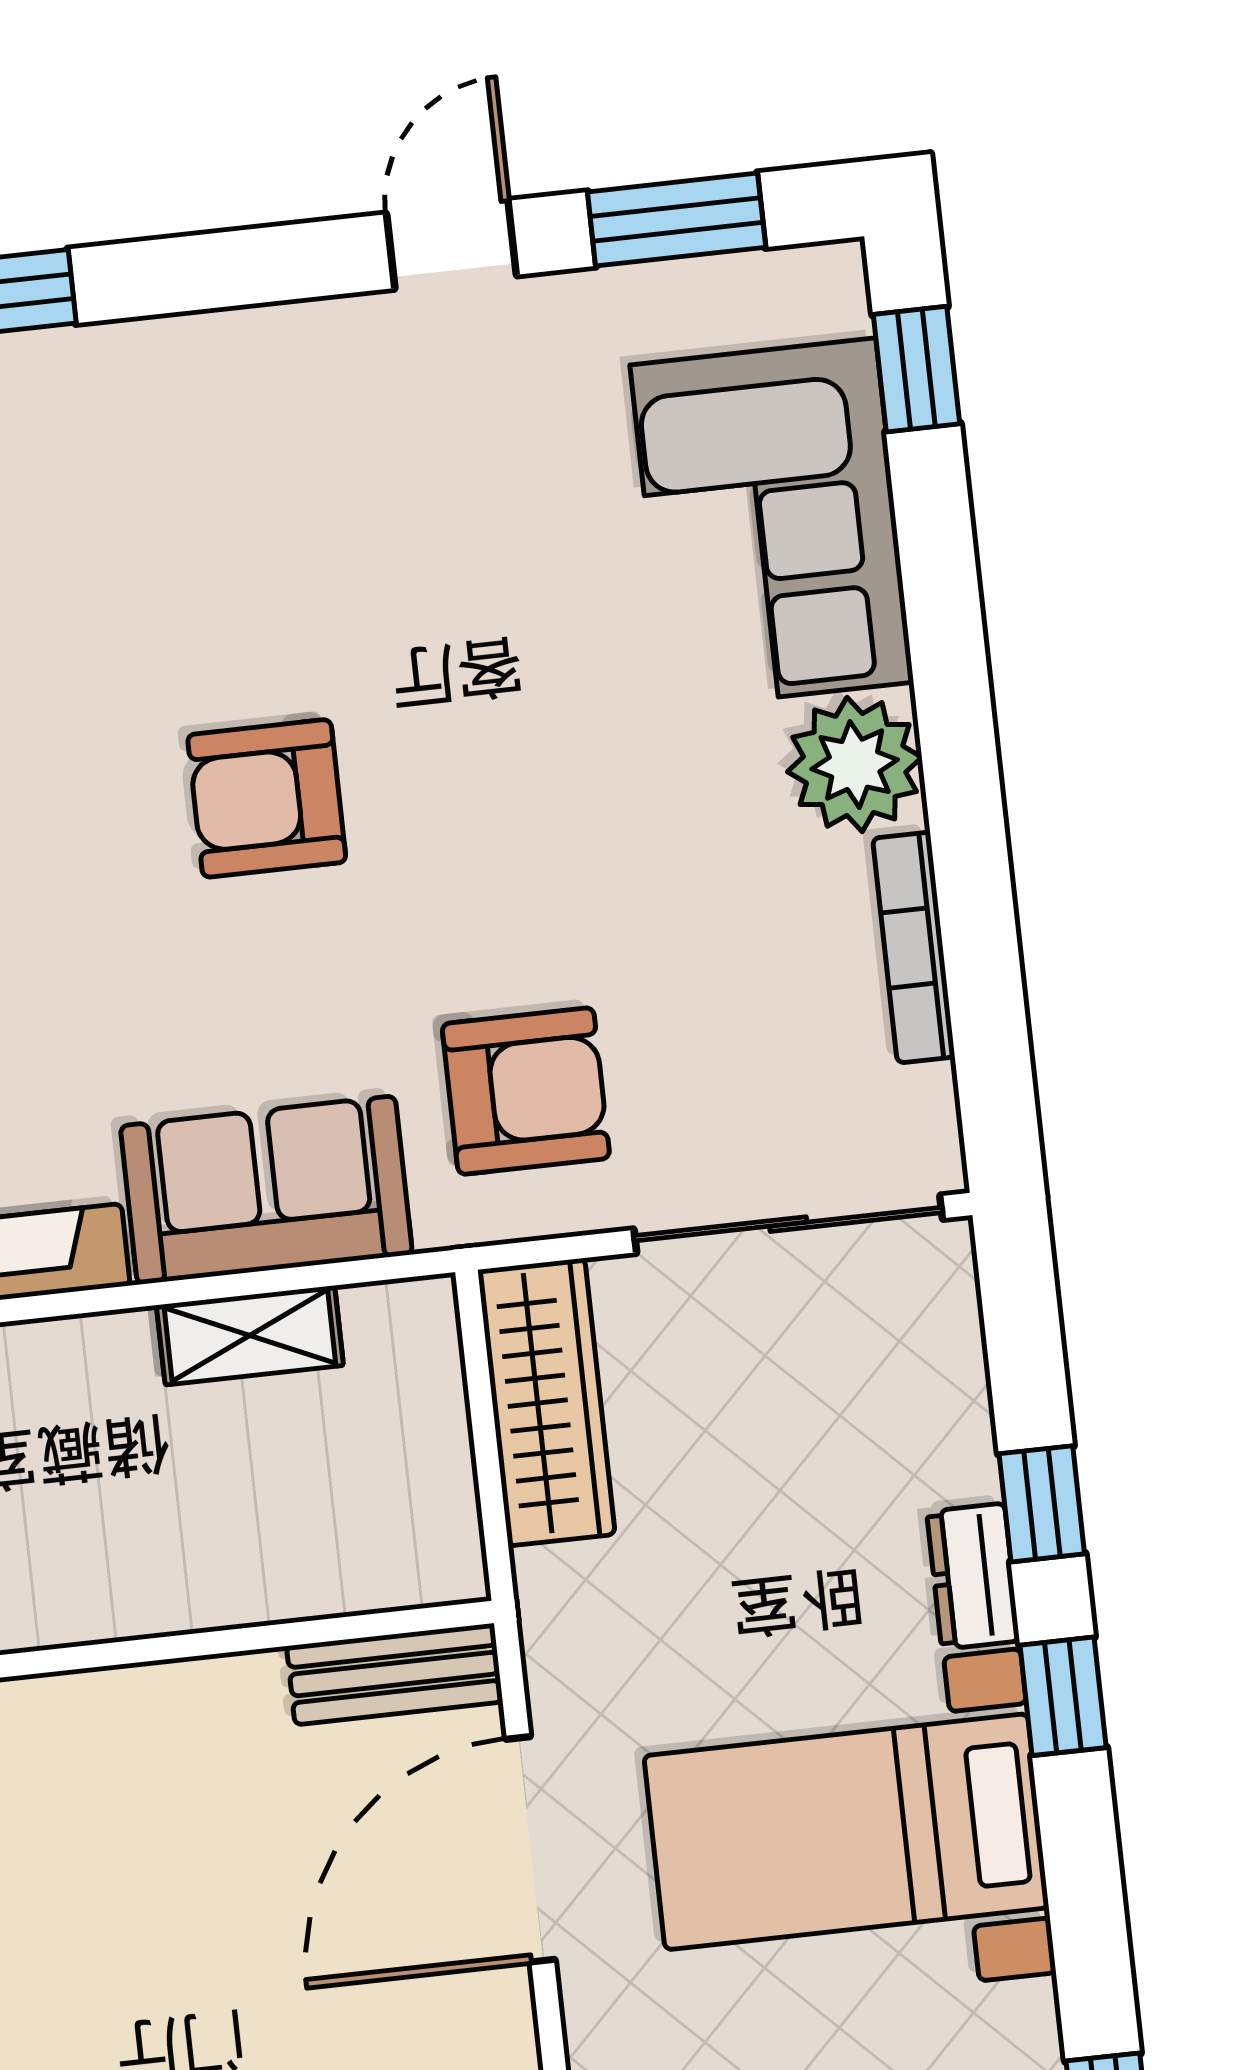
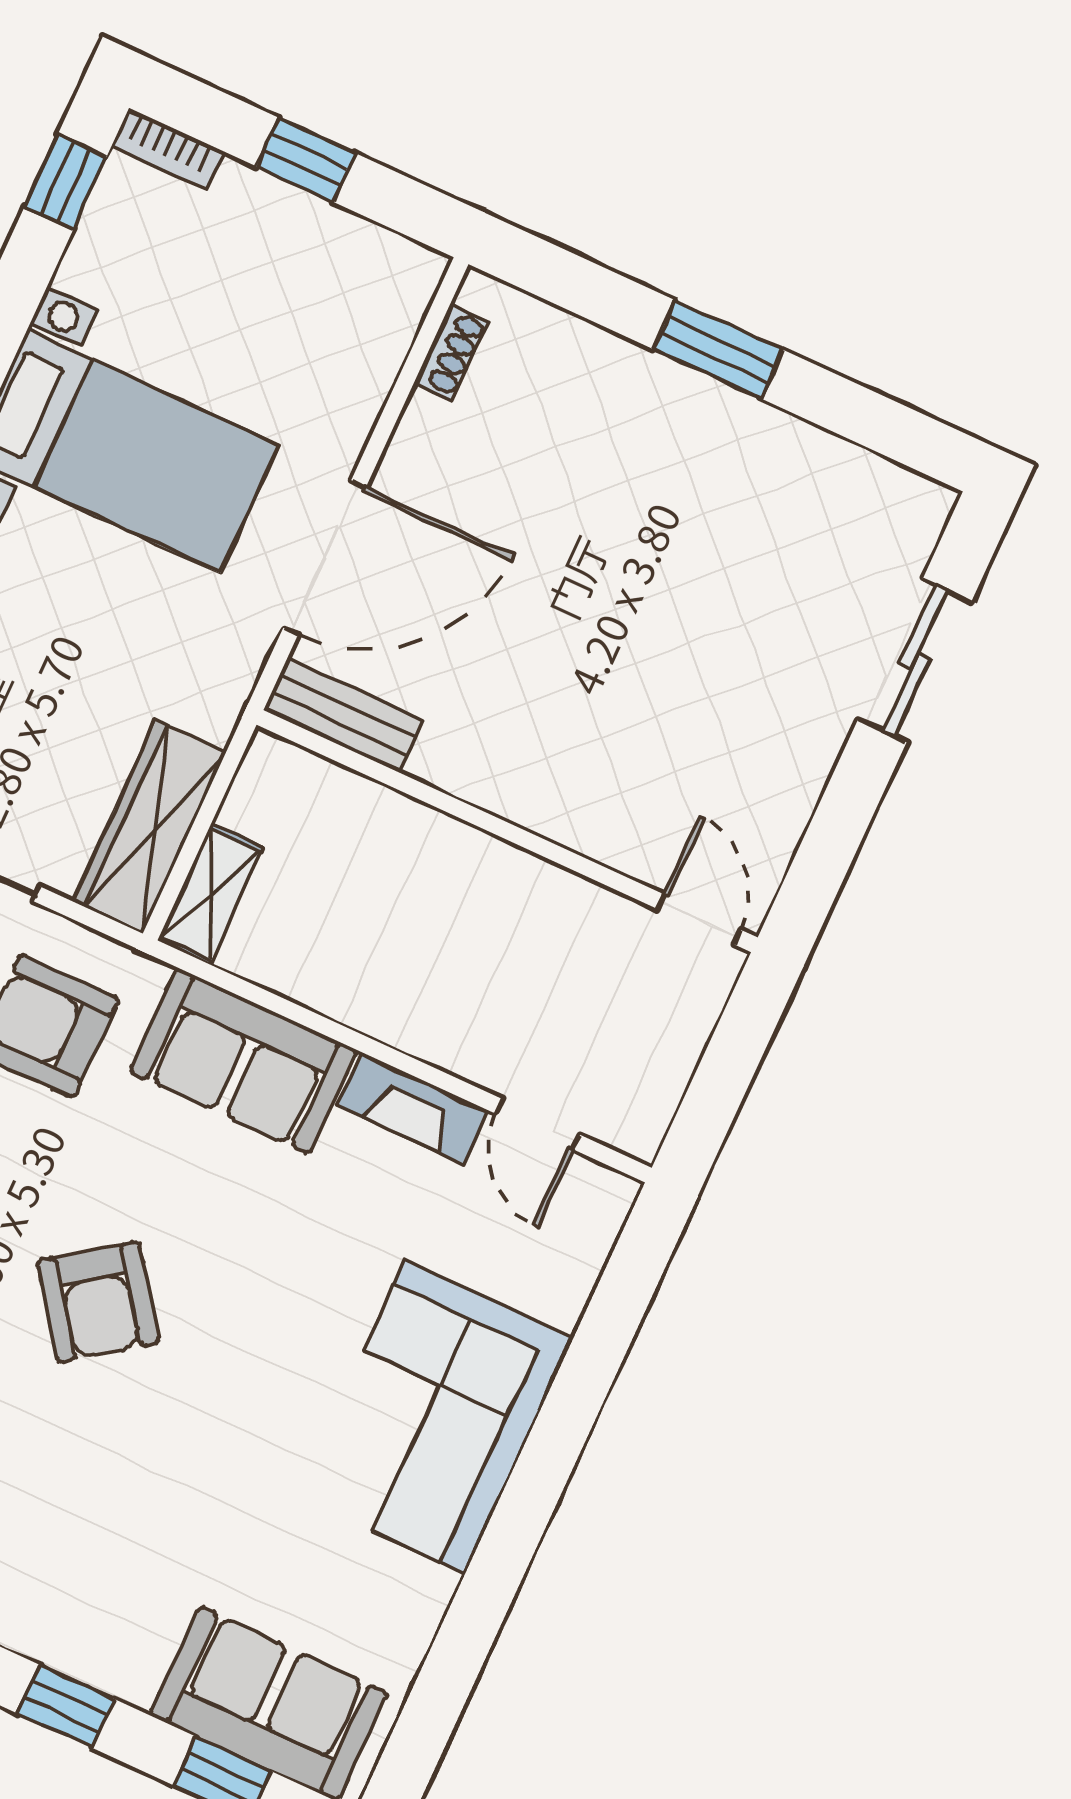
armchair: (267, 798) -> (98, 1302), turned 54
shelving: (250, 1335) -> (210, 894), moved, turned 90

